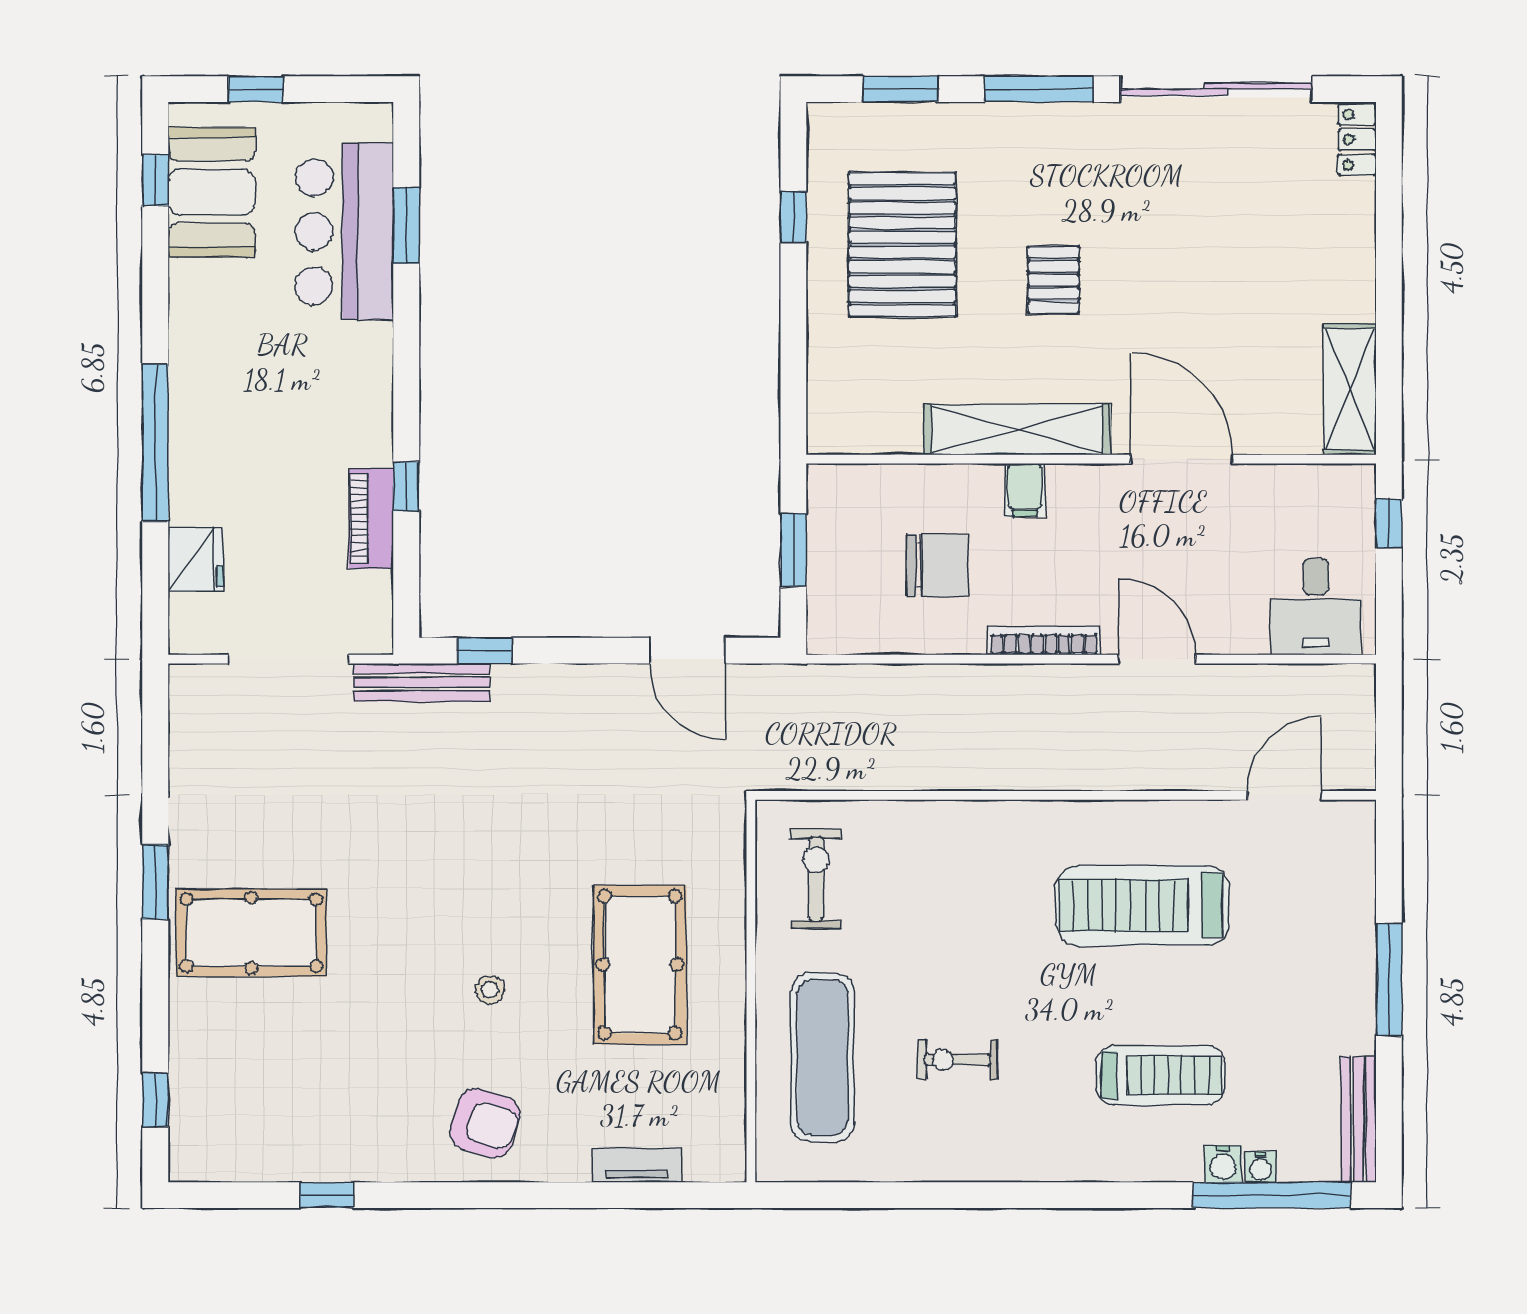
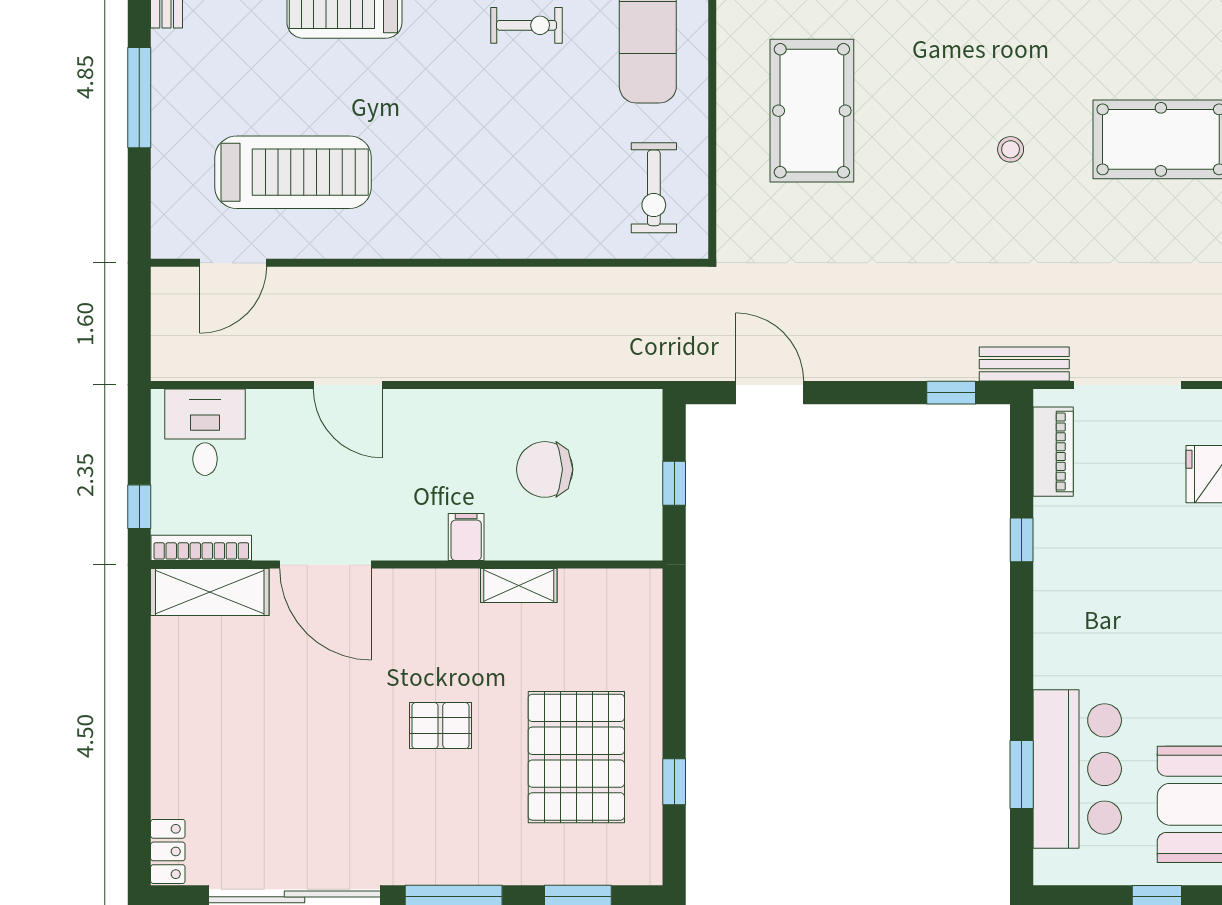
pallet: (1054, 280) -> (440, 726), turned 90
shelving: (1350, 389) -> (210, 592), moved, turned 90
shelving: (1017, 430) -> (519, 585), width x0.45, depth x0.75
piano: (371, 519) -> (1053, 452), moved
window: (793, 550) -> (674, 483), width x0.67
bookcase: (1044, 641) -> (201, 548), moved, turned 180
bench: (421, 682) -> (1024, 364), width x0.73
treadmill: (1142, 905) -> (293, 172), moved
stool: (490, 990) -> (1011, 149), moved

